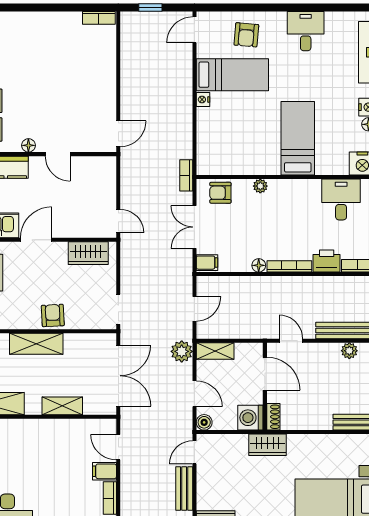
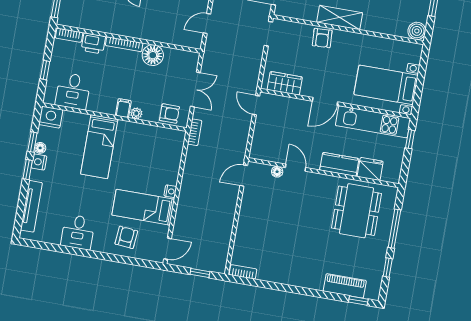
floor lamp: (28, 145) -> (277, 172), moved
filing cabinet: (207, 263) -> (123, 108), moved, turned 90
floor lamp: (259, 265) -> (153, 55), width x1.89, depth x1.89

